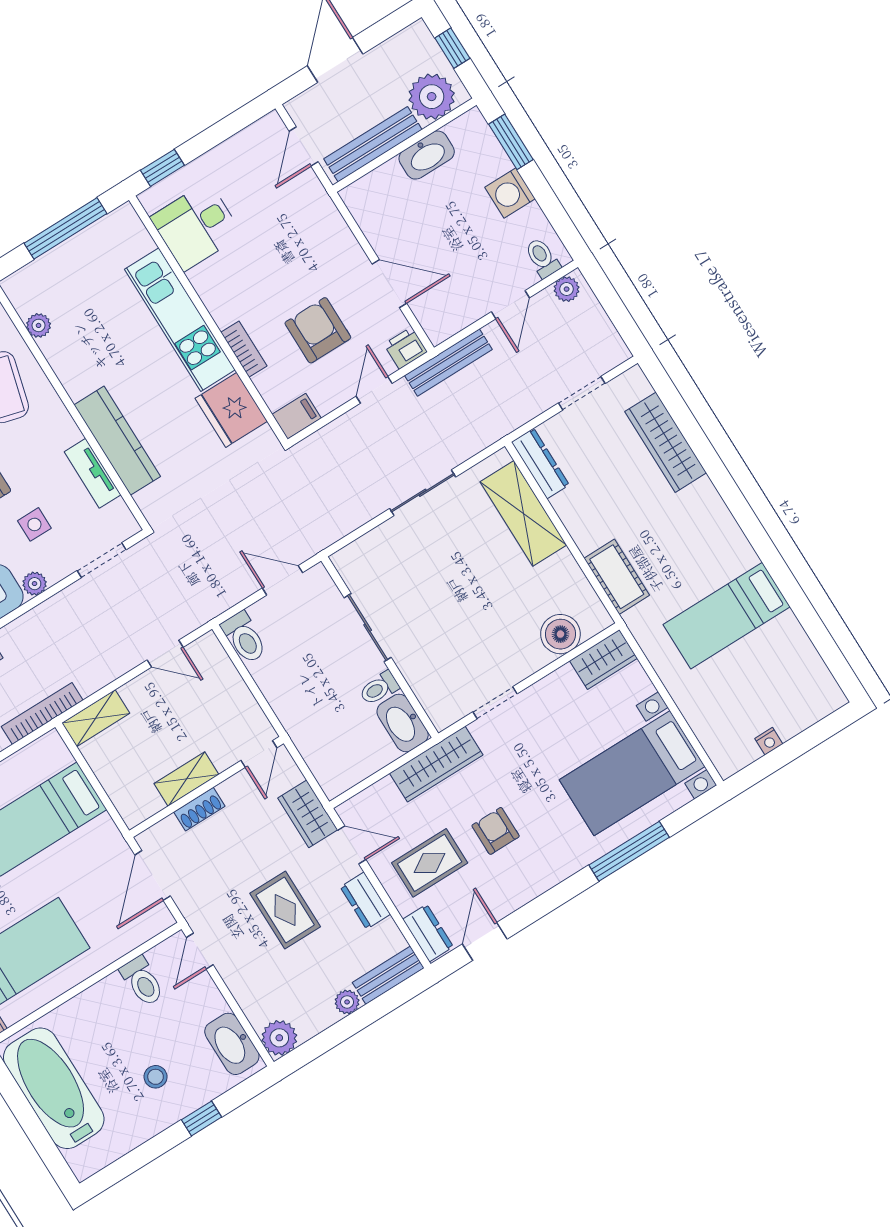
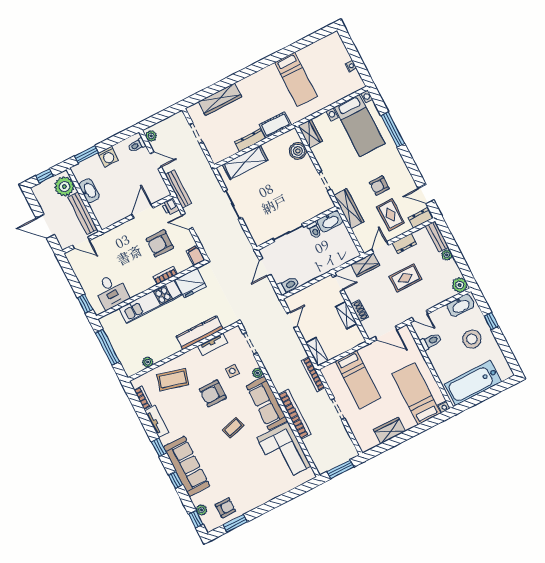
dresser: (540, 463) -> (250, 140), moved
stool: (156, 1077) -> (472, 339), width x1.89, depth x1.89

